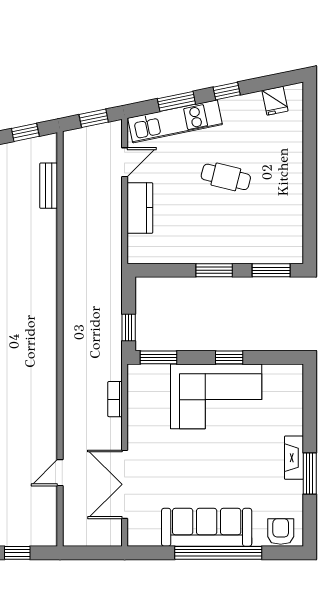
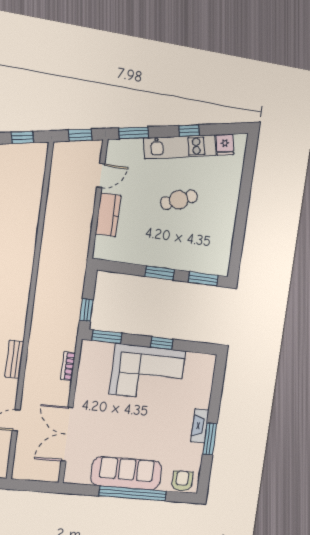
window: (176, 101) -> (134, 133), moved
kitchen unit: (175, 121) -> (180, 147), moved
cafe table: (226, 177) -> (179, 200), turned -37
bench: (49, 186) -> (14, 359), moved

